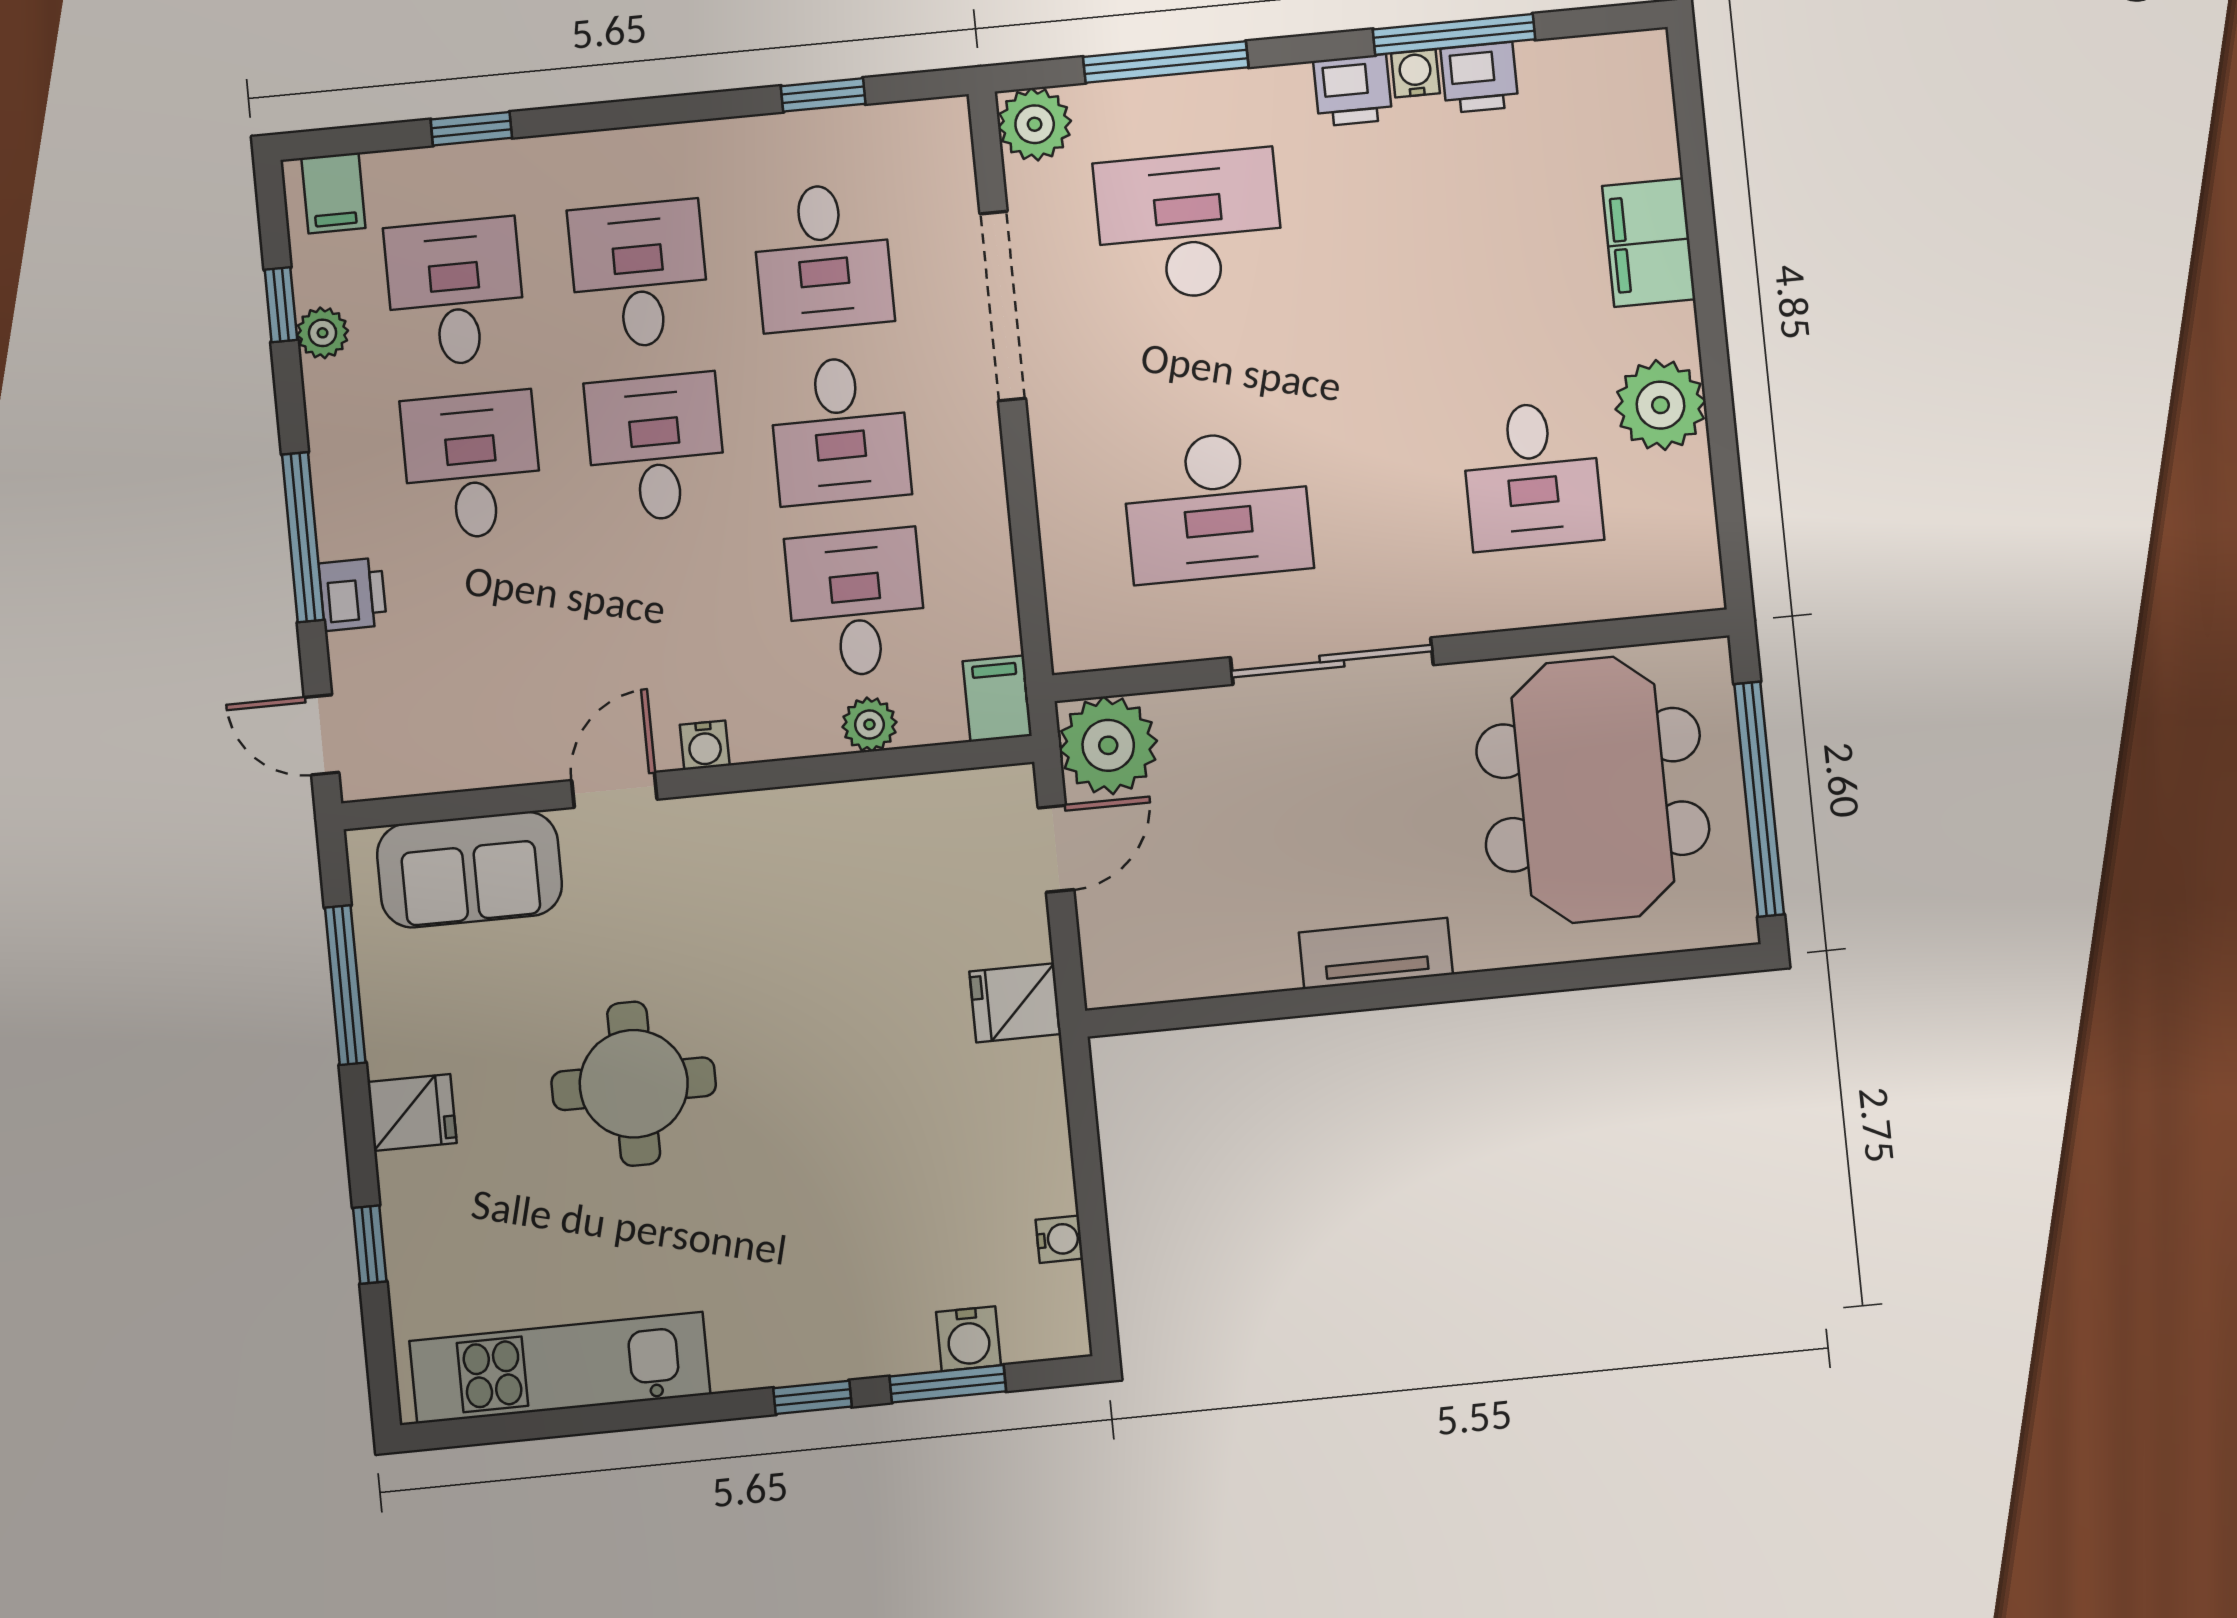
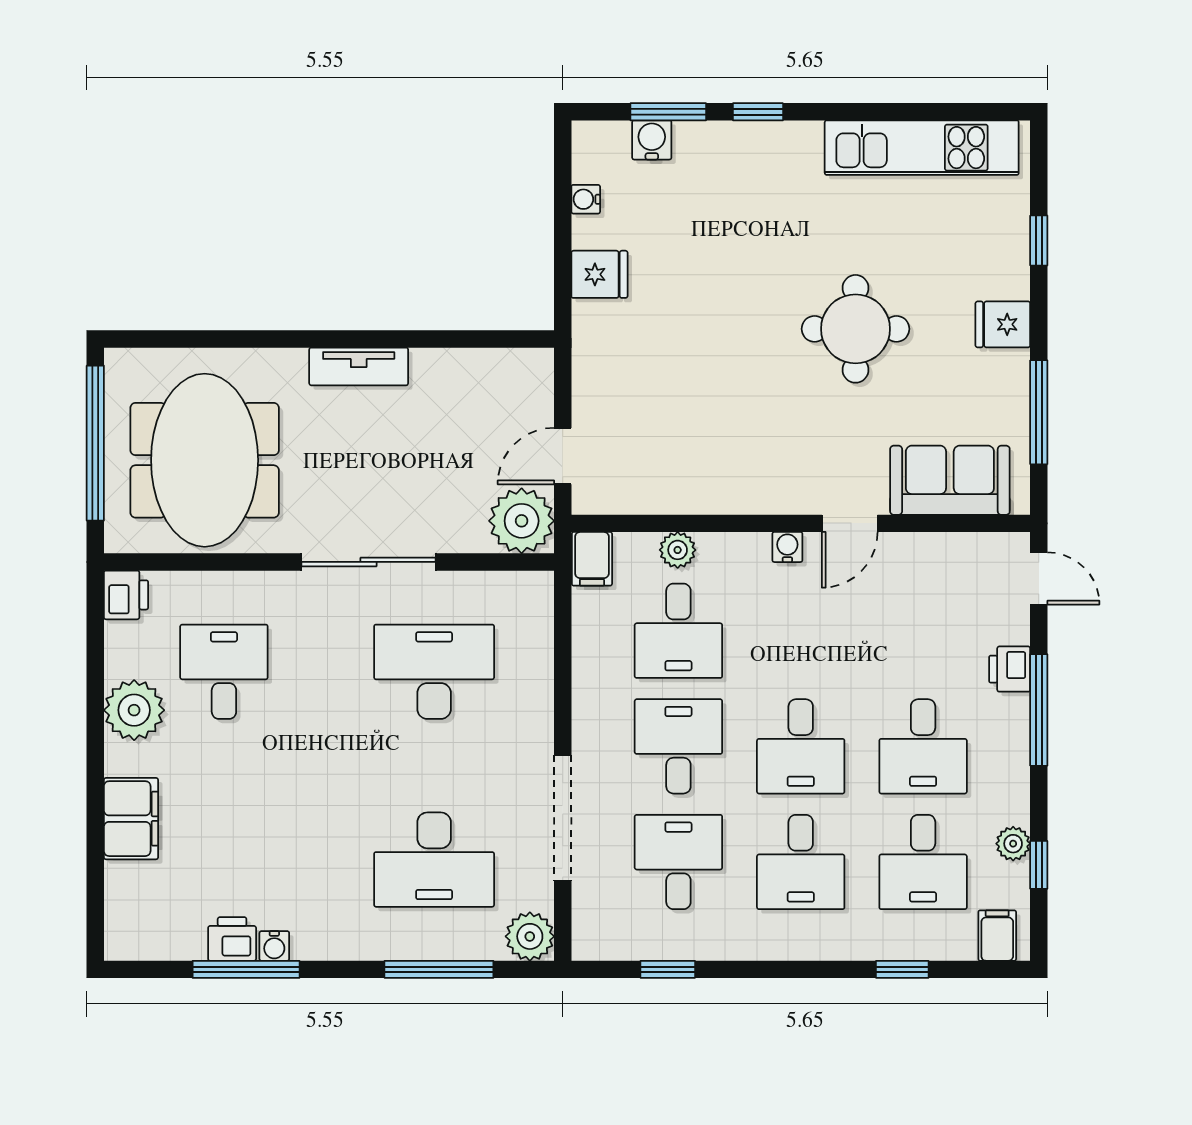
printer: (1353, 90) -> (126, 595), moved, turned 90
fridge: (1015, 1003) -> (599, 274), moved

